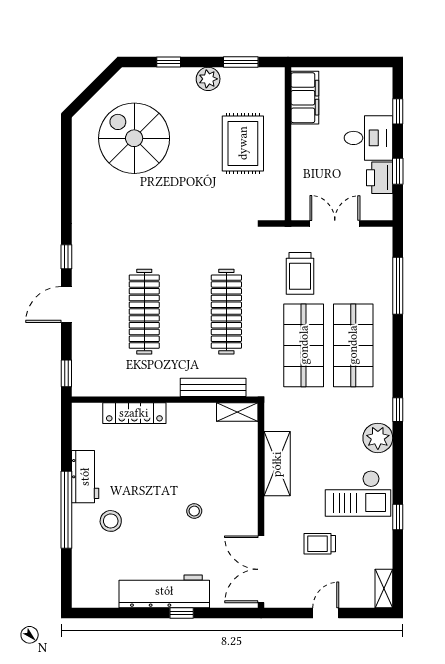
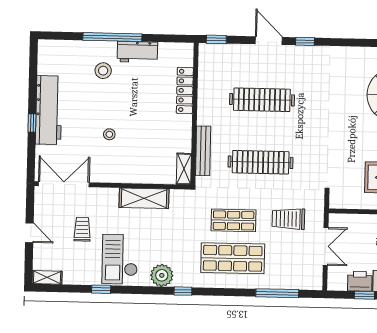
shop shelf: (304, 345) -> (234, 220), width x0.70, depth x0.74

